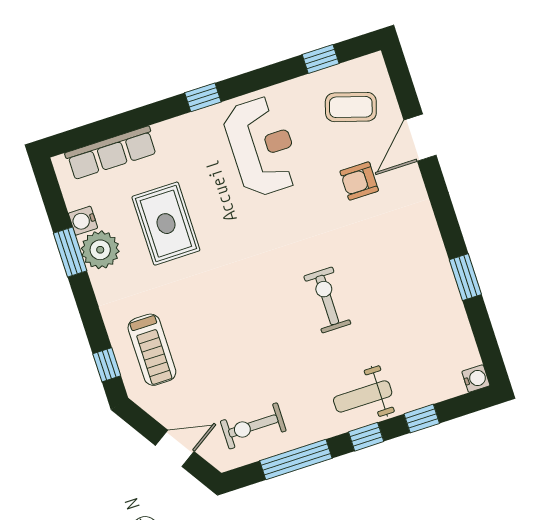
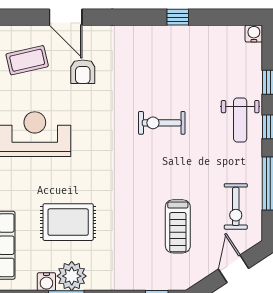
coffee table: (351, 107) -> (27, 60), turned 60
window: (465, 277) -> (178, 17), width x0.67
treadmill: (152, 350) -> (178, 226), moved, turned 90

